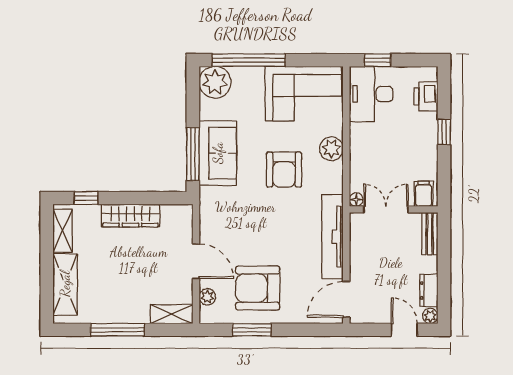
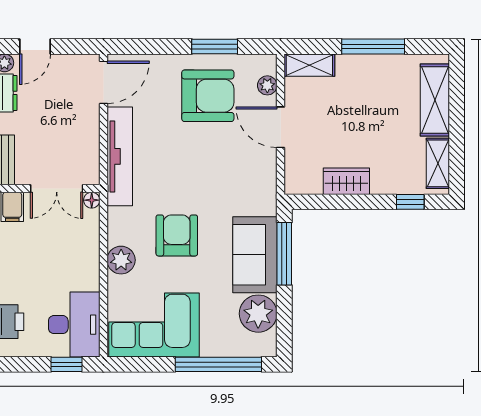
plant: (215, 82) -> (258, 314), moved
wardrobe: (130, 216) -> (346, 181), width x0.67
door: (404, 330) -> (35, 47), hinge flipped

